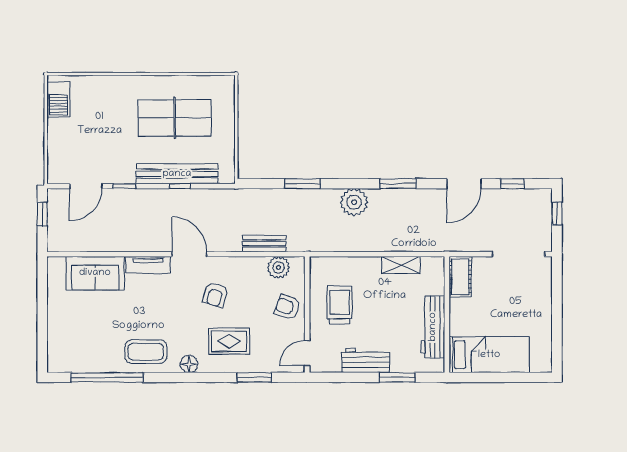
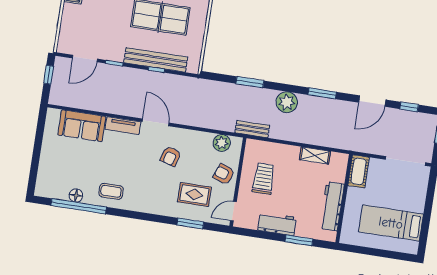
bench: (264, 244) -> (252, 129), moved
rug: (229, 341) -> (194, 194), moved
coffee table: (146, 352) -> (111, 191), width x0.73, depth x0.77
bed: (489, 355) -> (391, 223), moved, turned 180
floor lamp: (189, 364) -> (76, 195), moved

